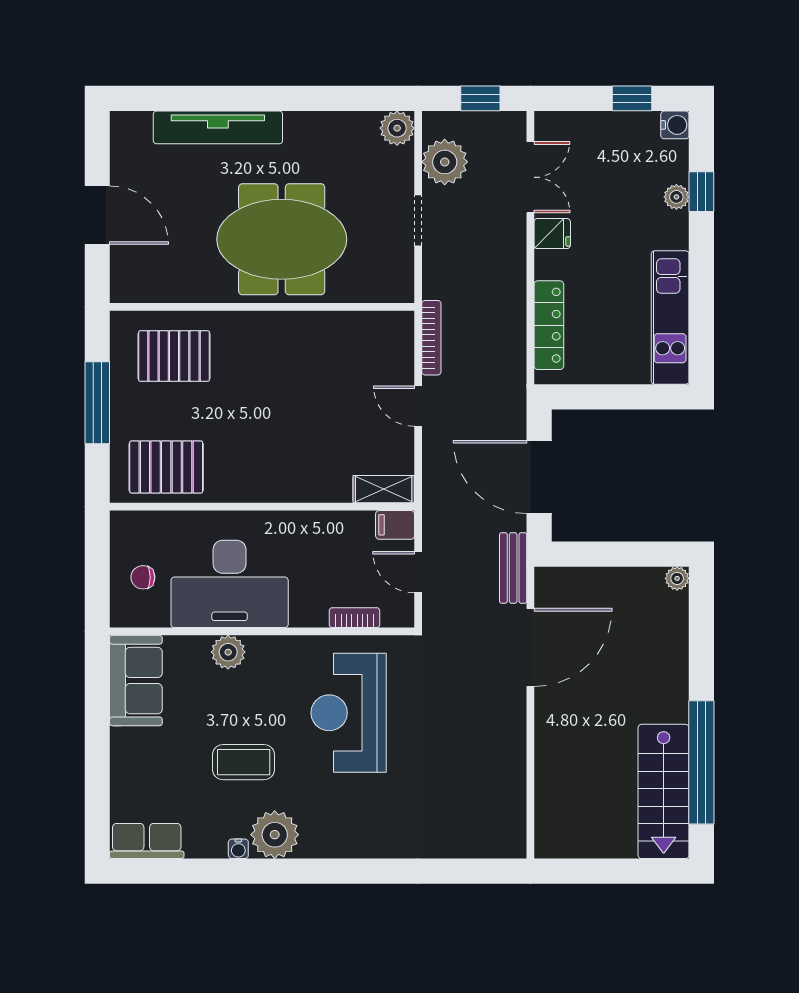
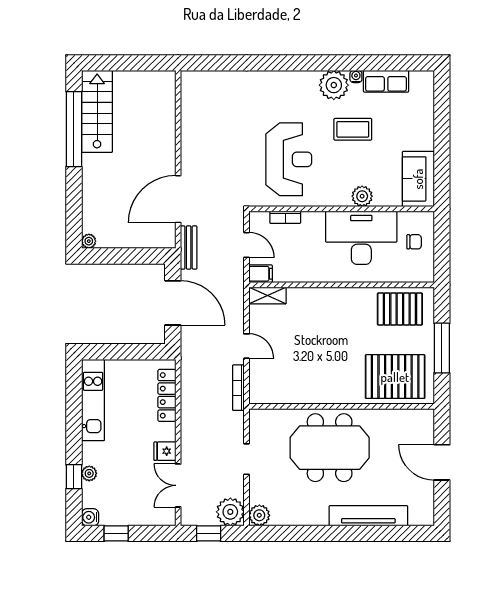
plant: (445, 162) -> (230, 512), moved
pallet: (174, 356) -> (395, 377), width x1.37, depth x1.41
row of seats: (147, 841) -> (386, 81), moved

